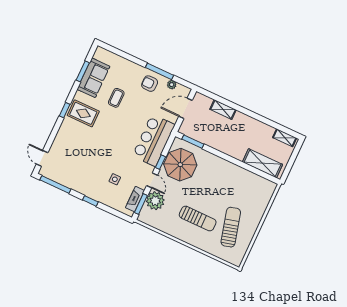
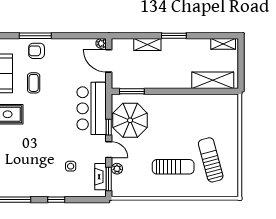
window: (160, 71) -> (35, 36), moved
armchair: (150, 84) -> (37, 51), moved
plant: (172, 85) -> (101, 43), moved
door: (186, 108) -> (109, 61), hinge flipped
window: (248, 113) -> (174, 36), added
plant: (155, 201) -> (117, 169), width x0.53, depth x0.53

